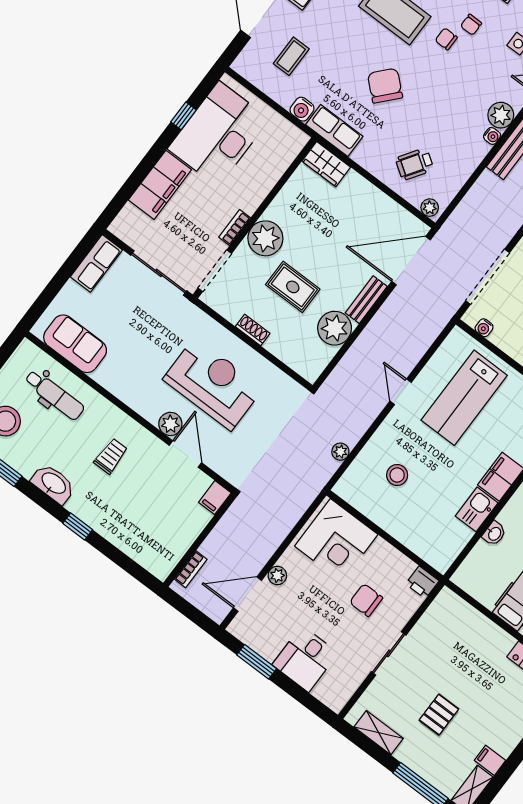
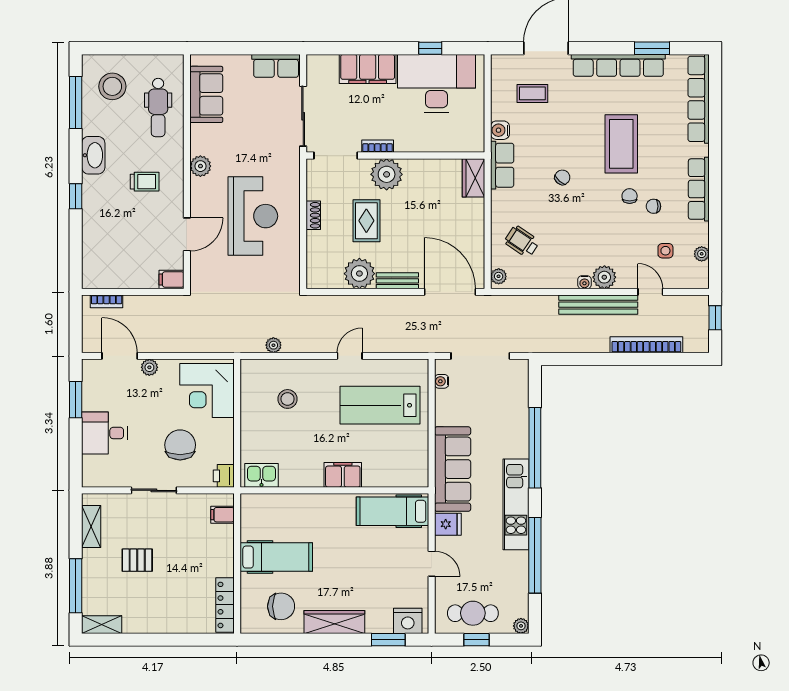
chair: (385, 86) -> (562, 177), width x0.54, depth x0.54
plant: (170, 424) -> (200, 166), moved
kitchen sink: (477, 509) -> (262, 475), moved
washbasin: (494, 534) -> (298, 501), removed
chair: (366, 600) -> (180, 445), width x1.37, depth x1.37
filing cabinet: (490, 760) -> (223, 515), moved, turned -90

